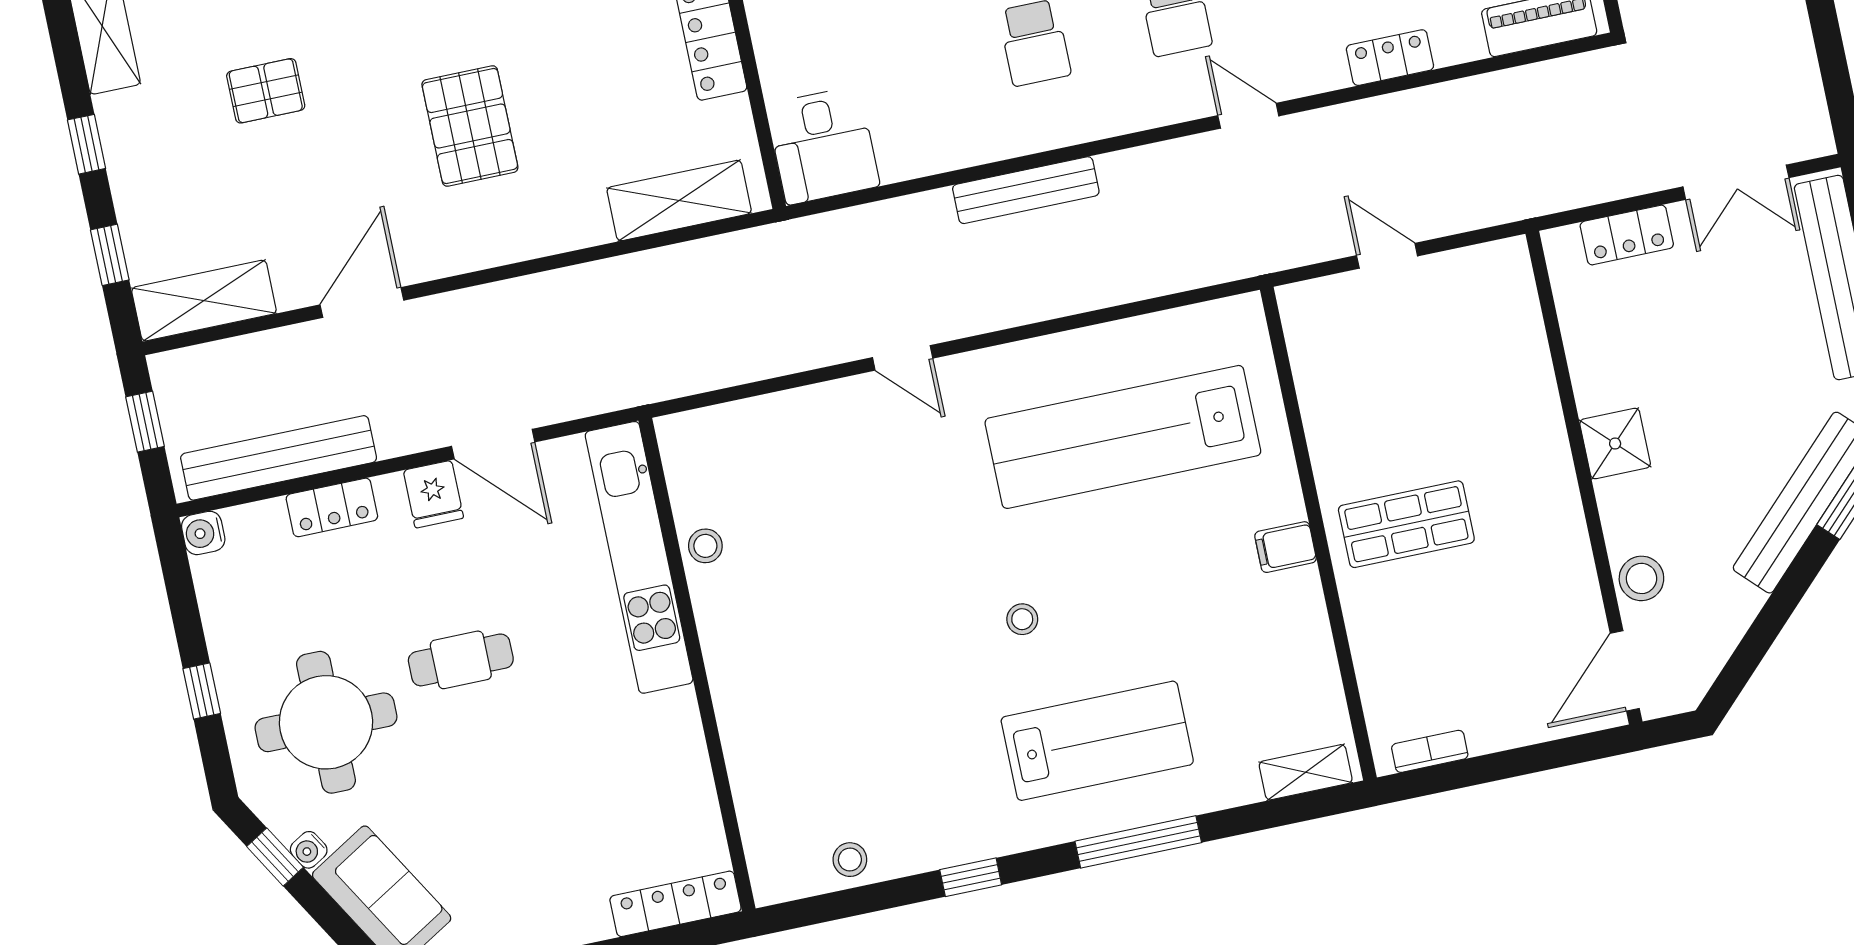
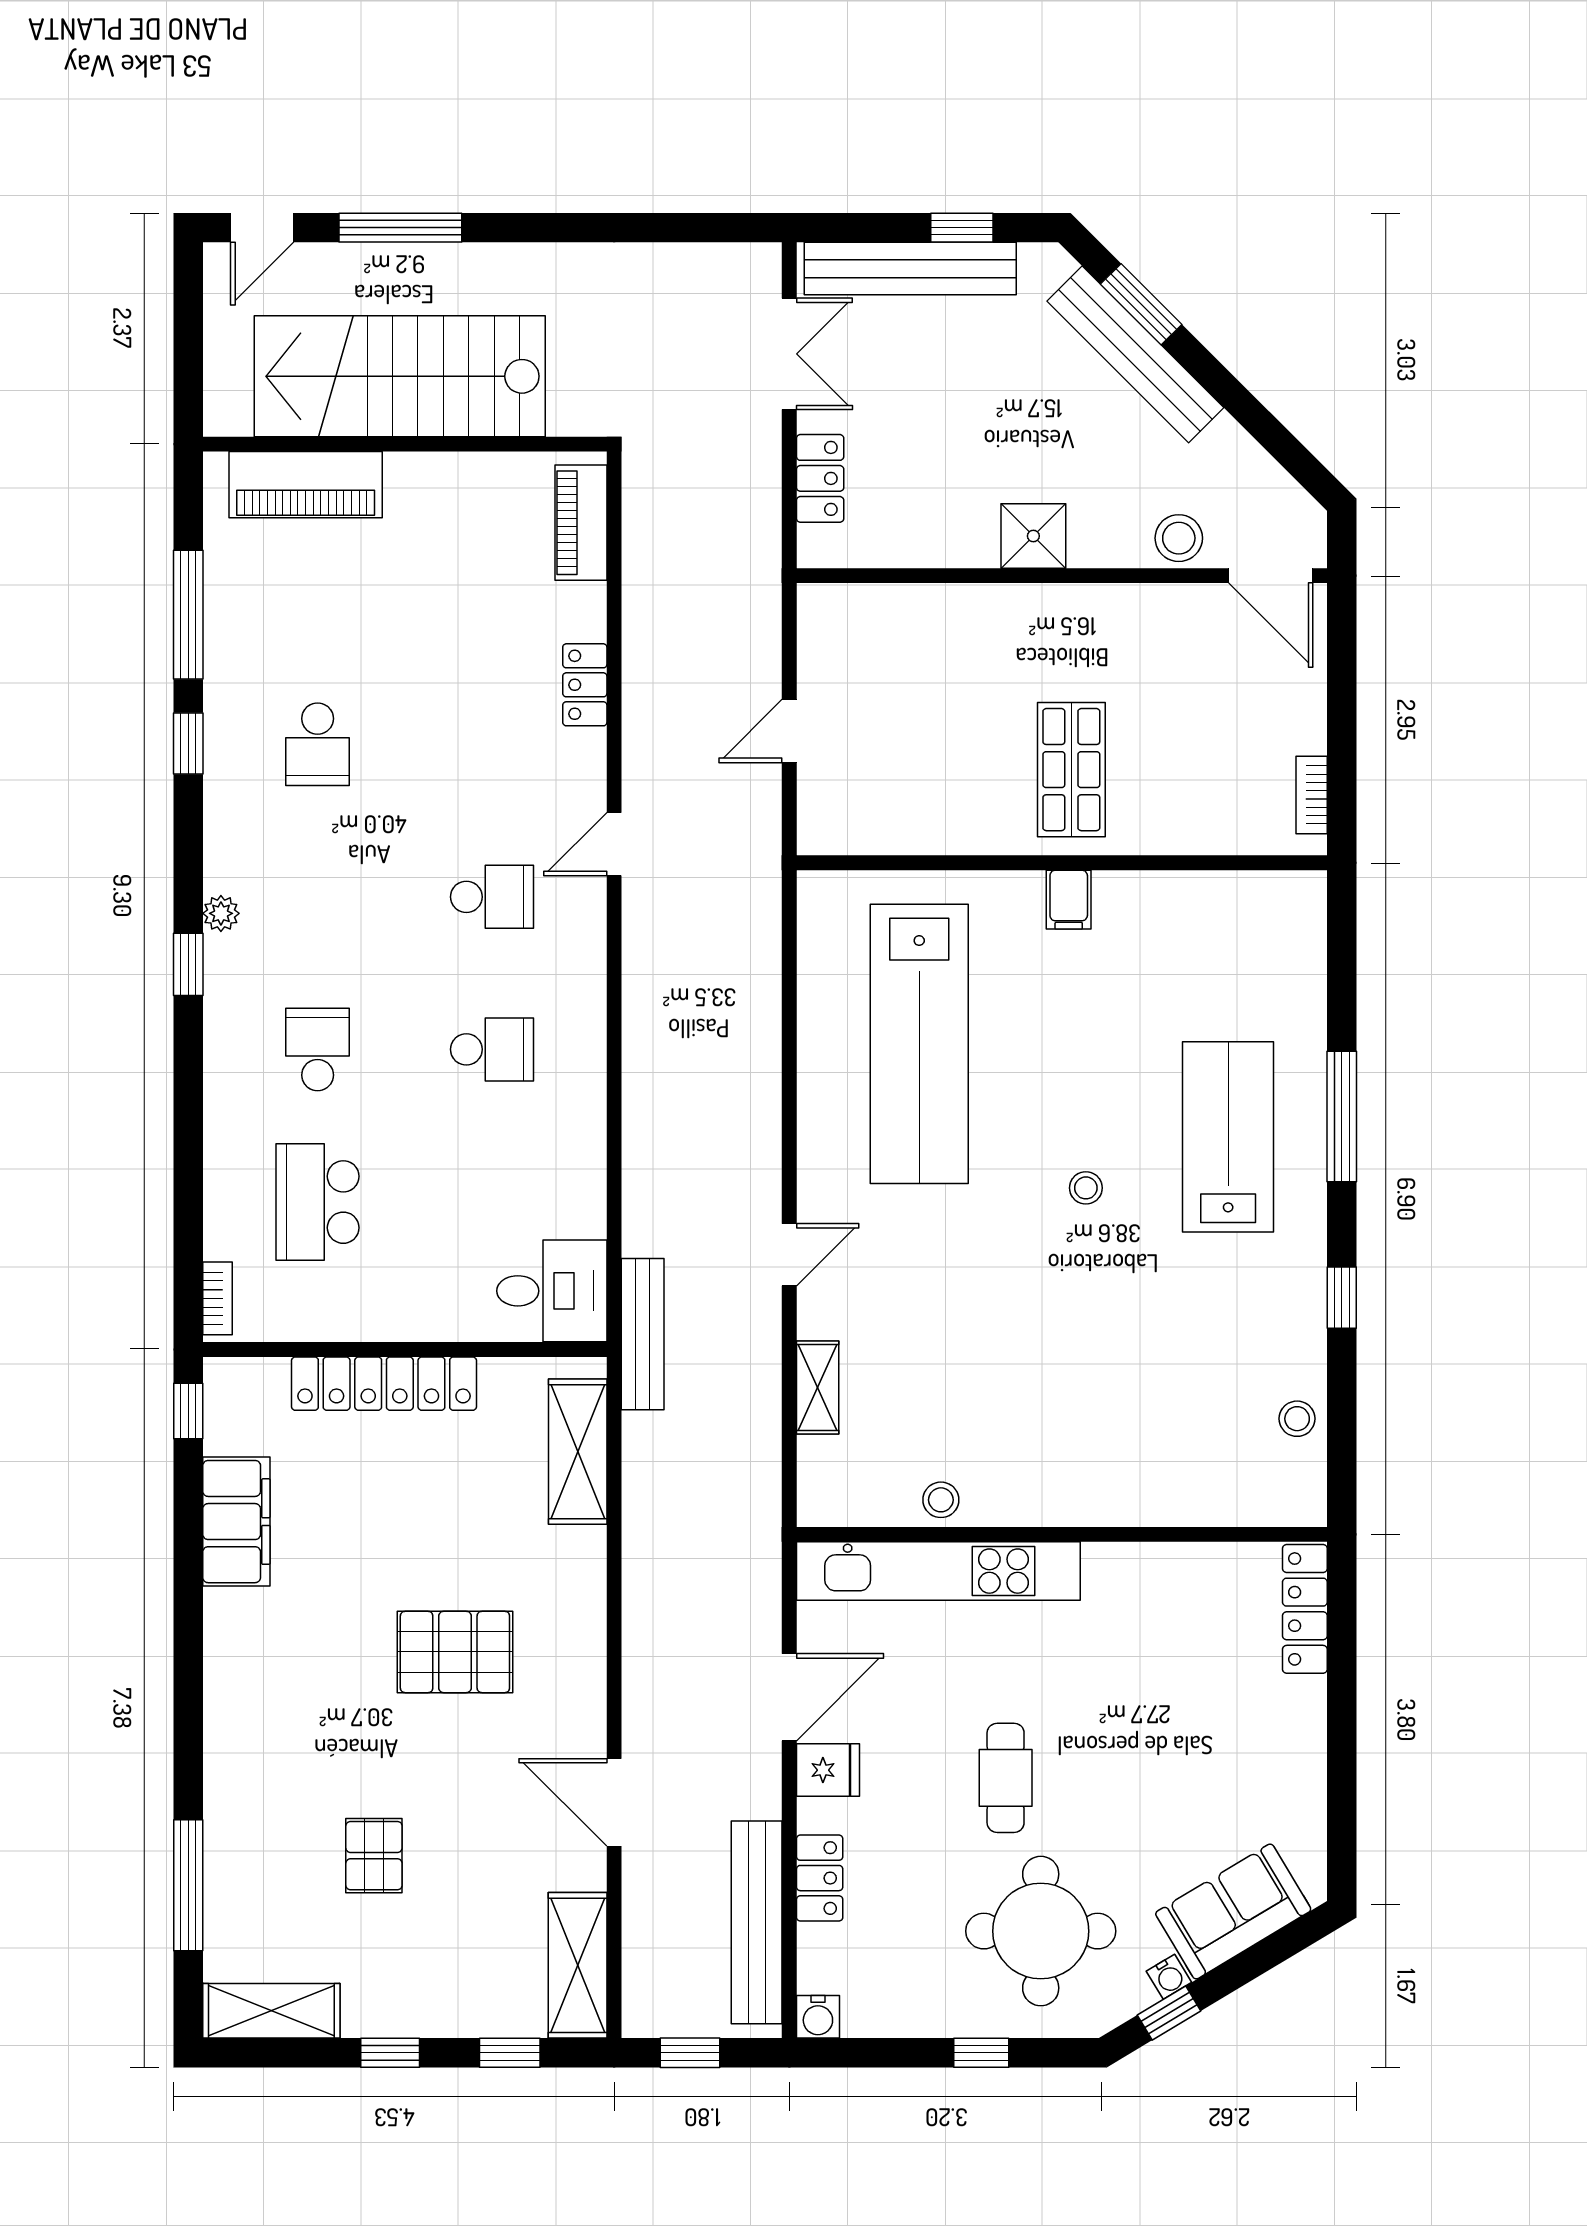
bench: (1026, 190) -> (643, 1334), moved
shelving: (1306, 772) -> (818, 1387), moved

